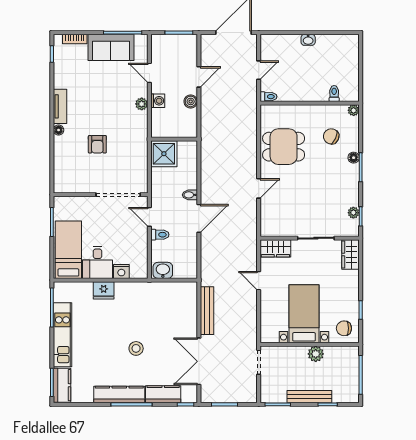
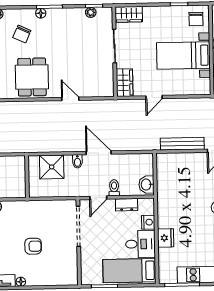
shower: (164, 154) -> (52, 167), moved
dresser: (141, 248) -> (127, 205), added

